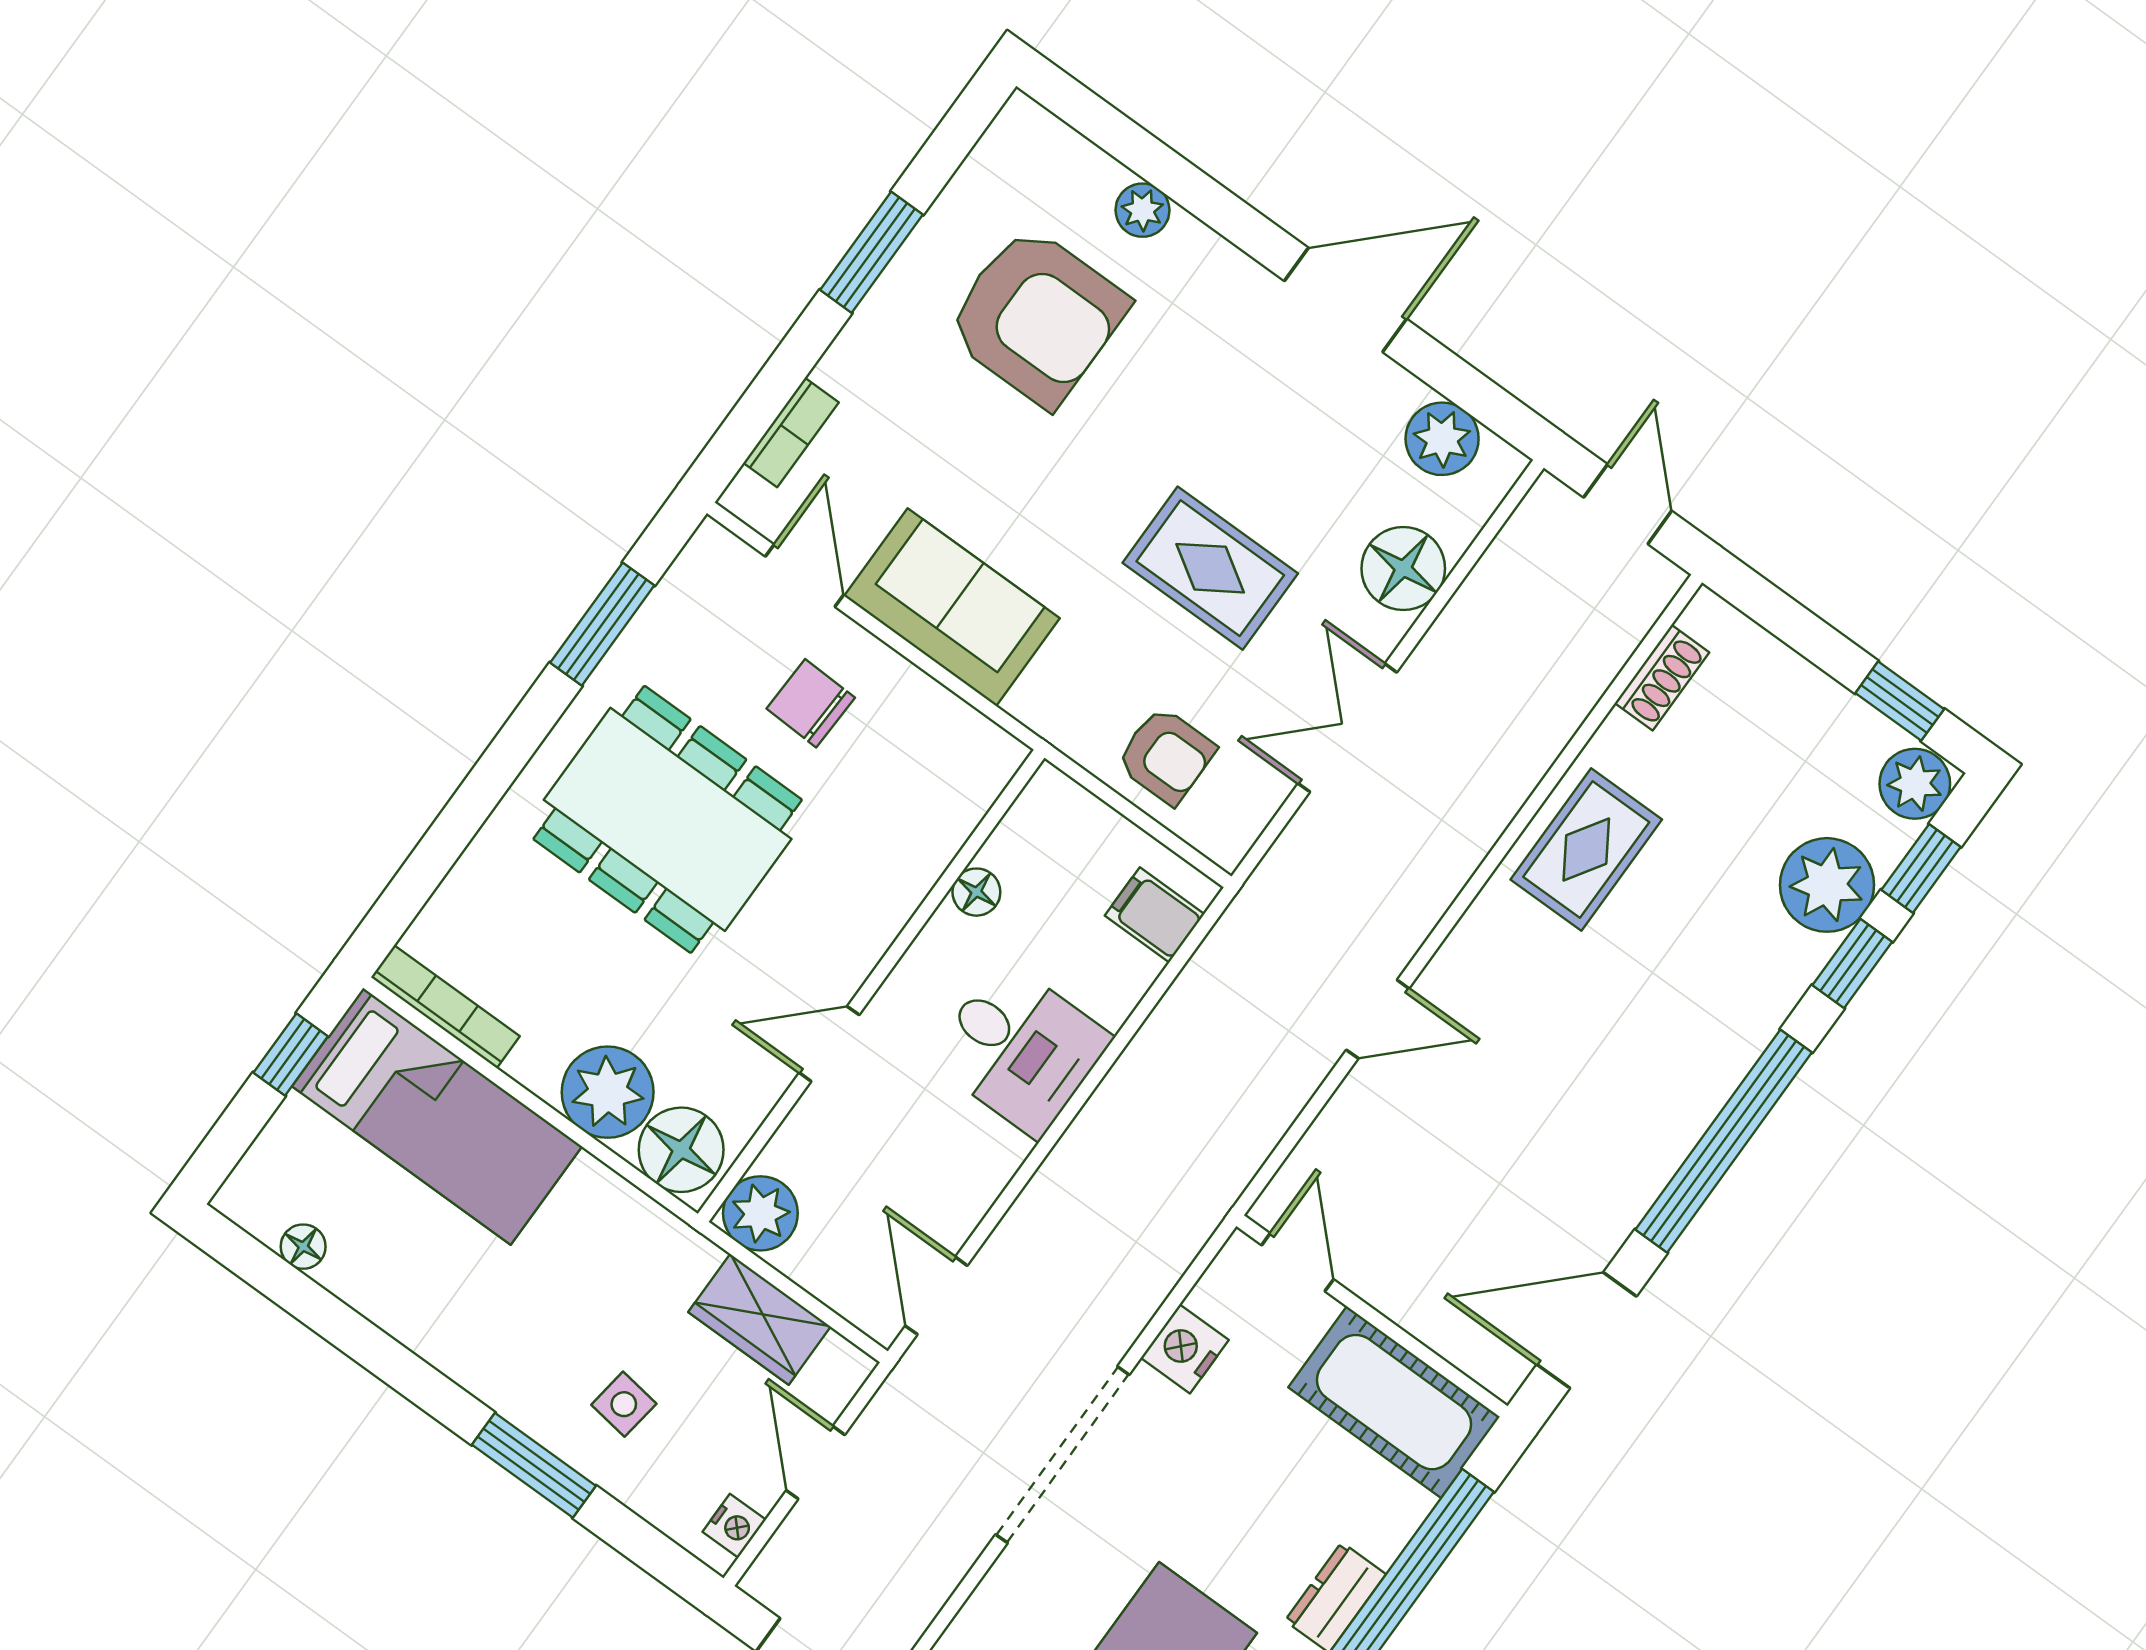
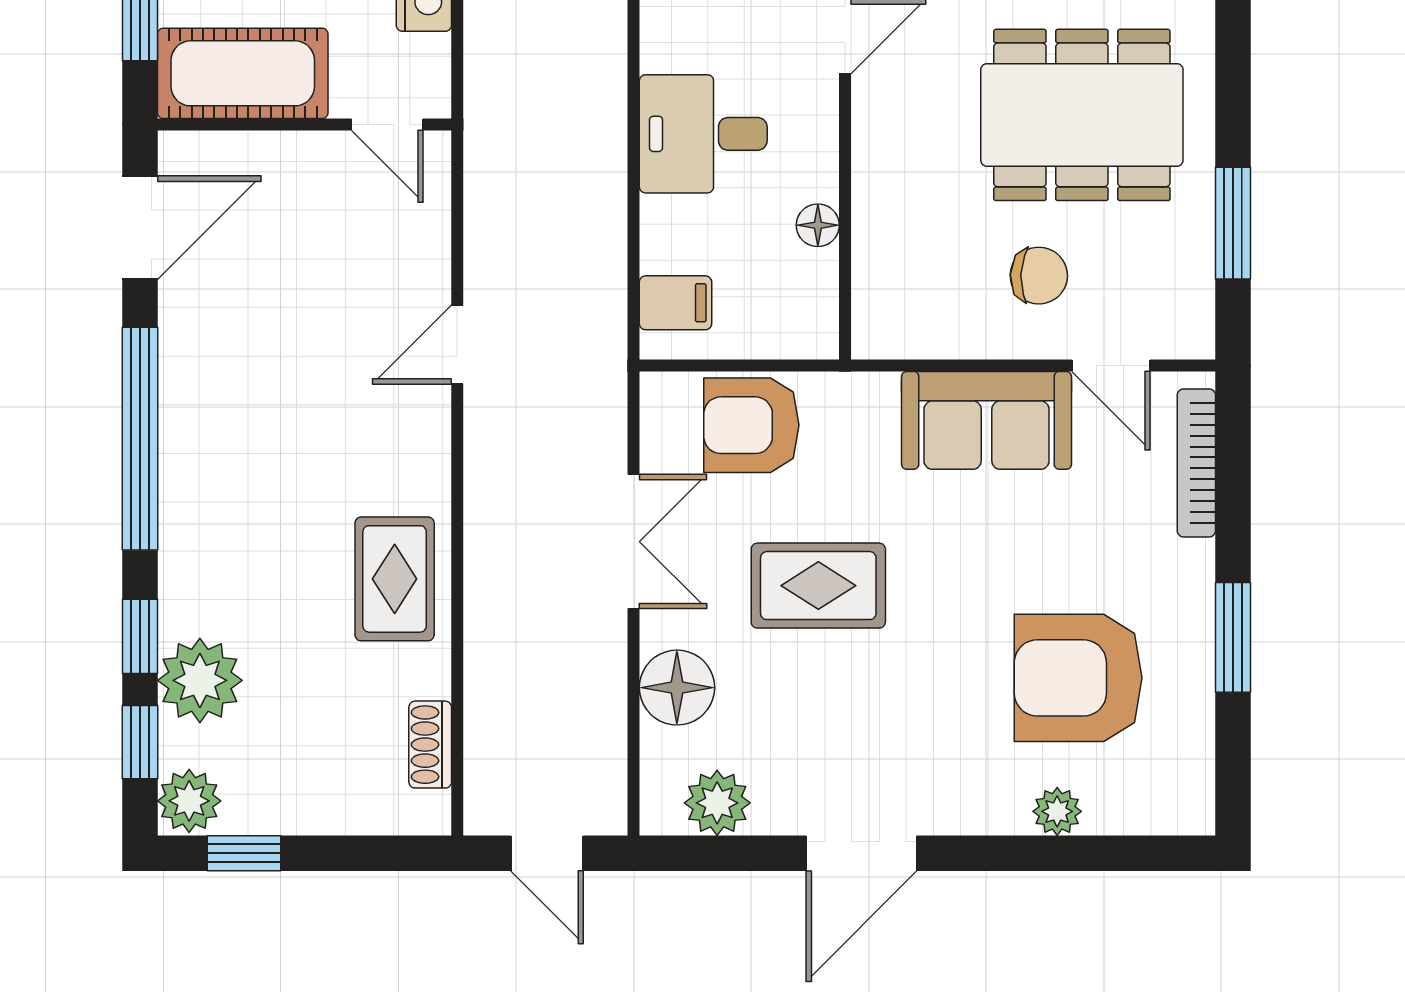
bookcase: (791, 433) -> (1196, 463), width x1.56
armchair: (1166, 756) -> (751, 425), width x1.38, depth x1.38

